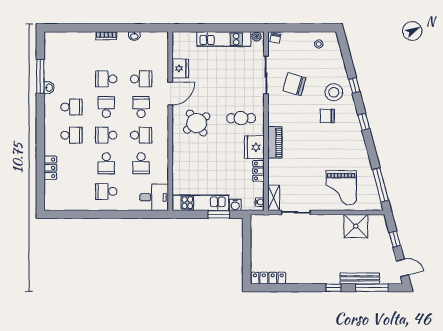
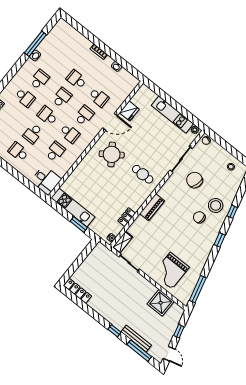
school desk: (71, 107) -> (40, 79), turned -90
fridge: (254, 147) -> (136, 200), removed
school desk: (141, 163) -> (55, 152), turned 180
water cooler: (235, 205) -> (94, 227), removed

